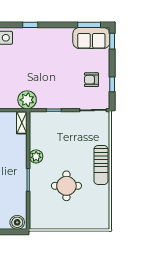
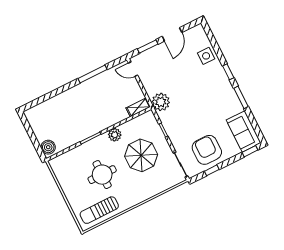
window: (89, 25) -> (241, 97), moved
armchair: (91, 80) -> (207, 150), width x1.88, depth x1.88
parasol: (67, 142) -> (141, 155), added
sun lounger: (101, 165) -> (99, 210), moved

